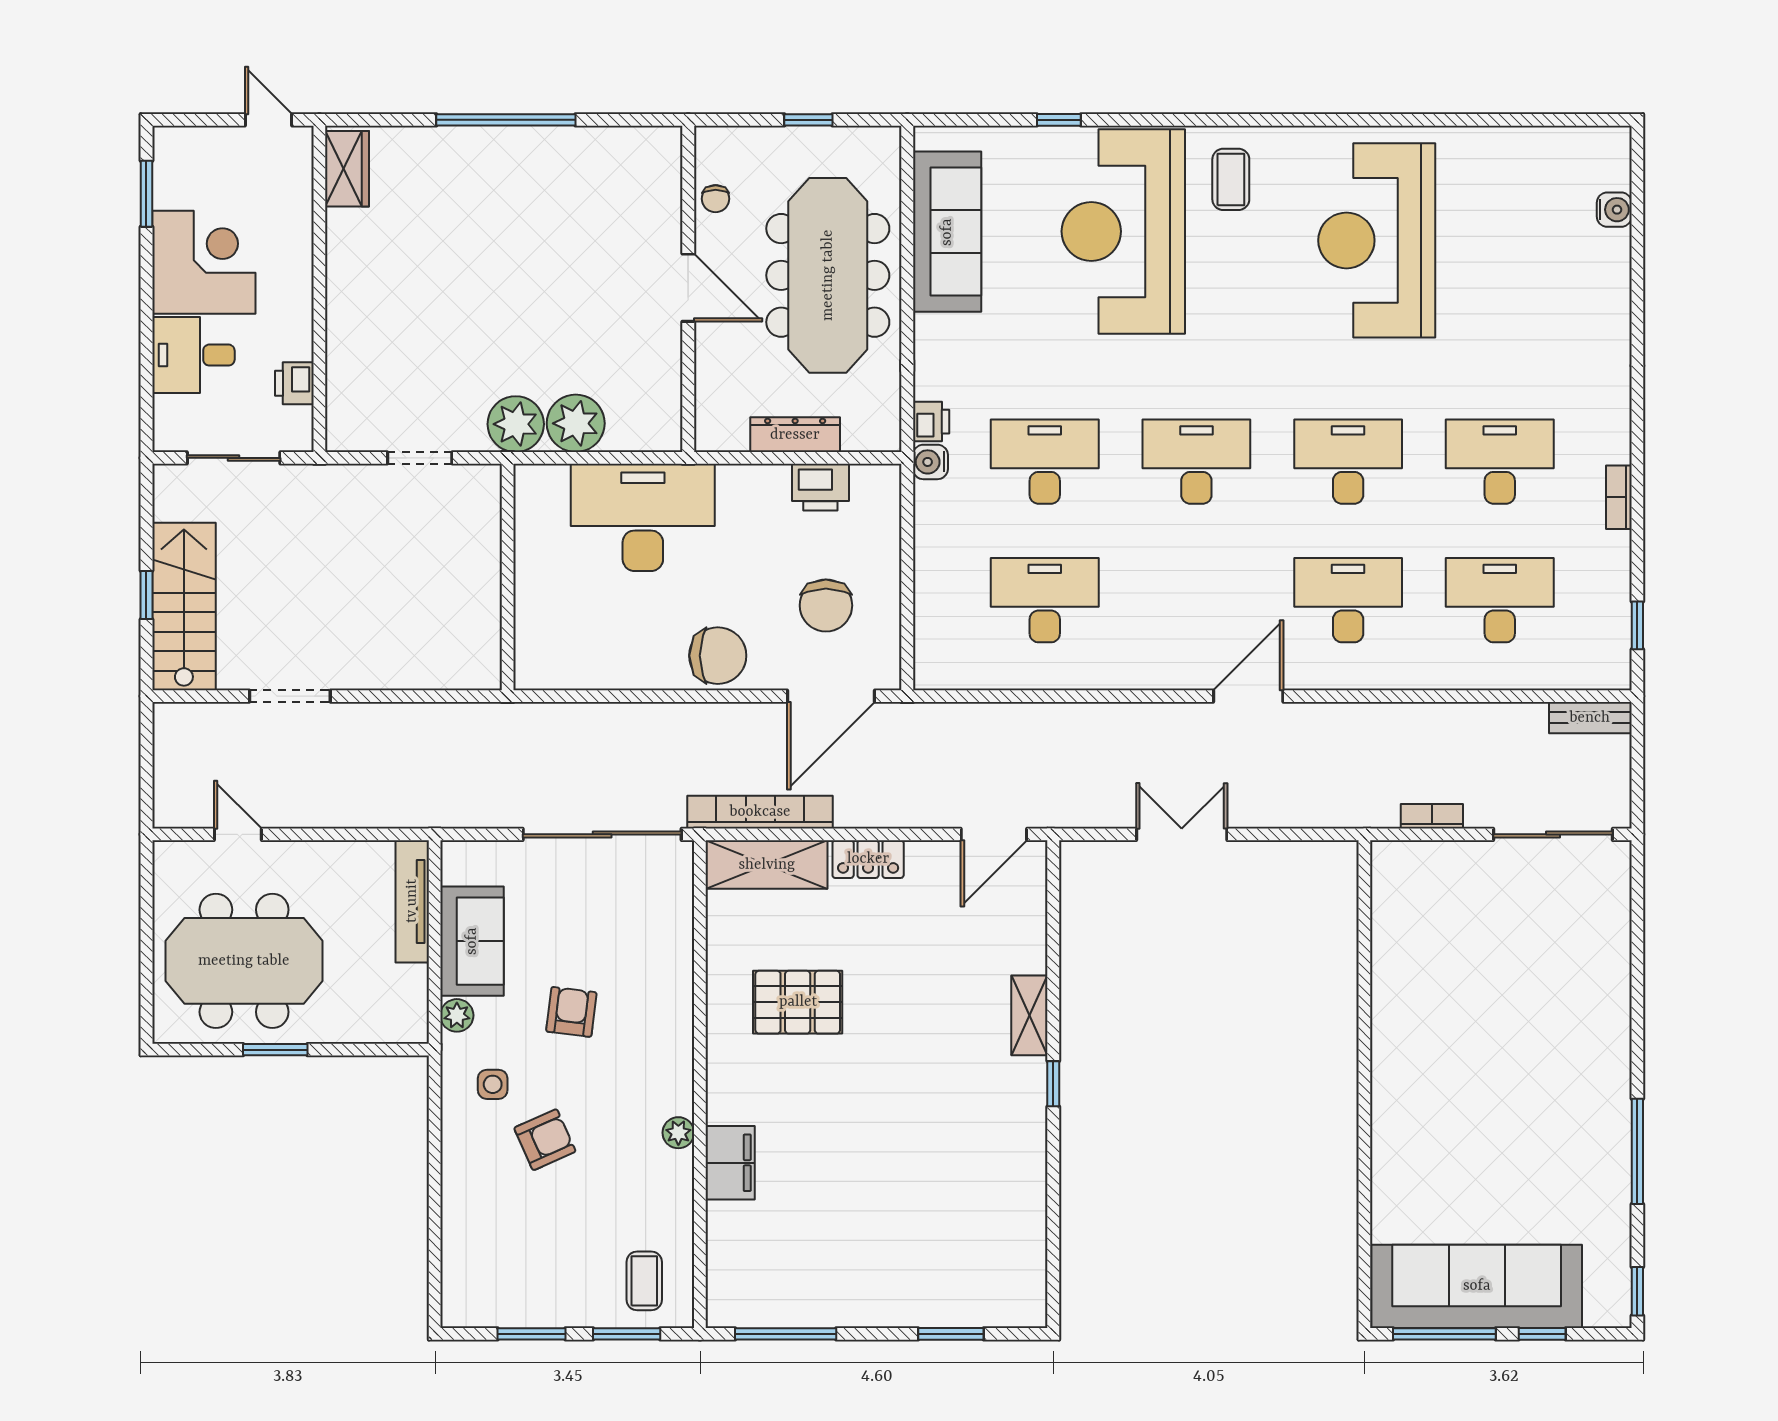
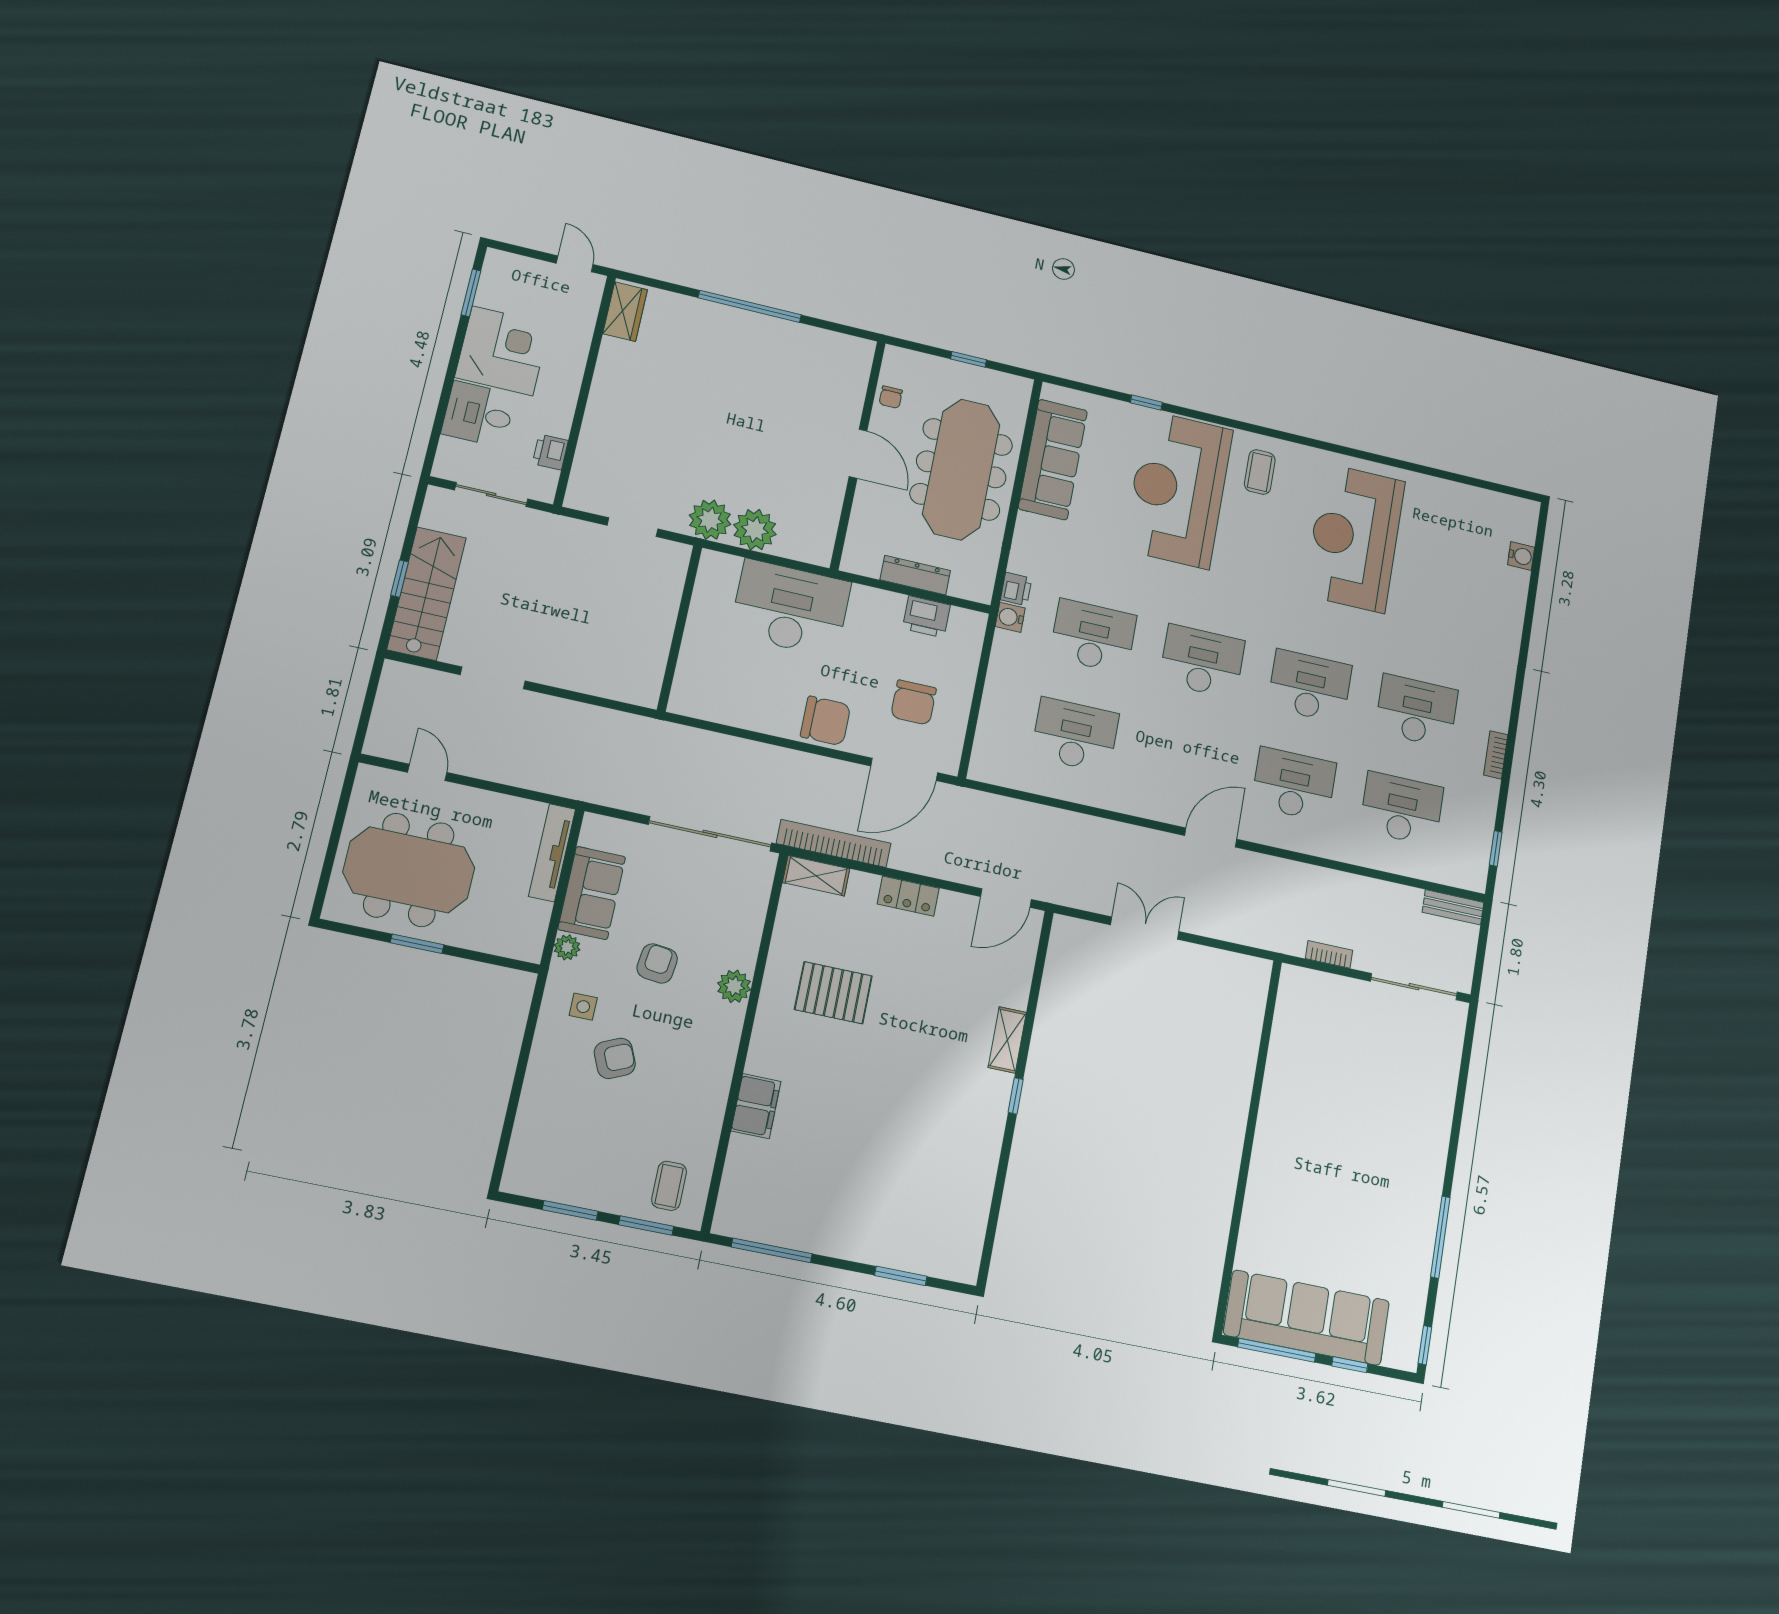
shelving: (767, 865) -> (816, 876), width x0.67, depth x0.75
plant: (678, 1133) -> (734, 986), moved, width x1.38, depth x1.38

